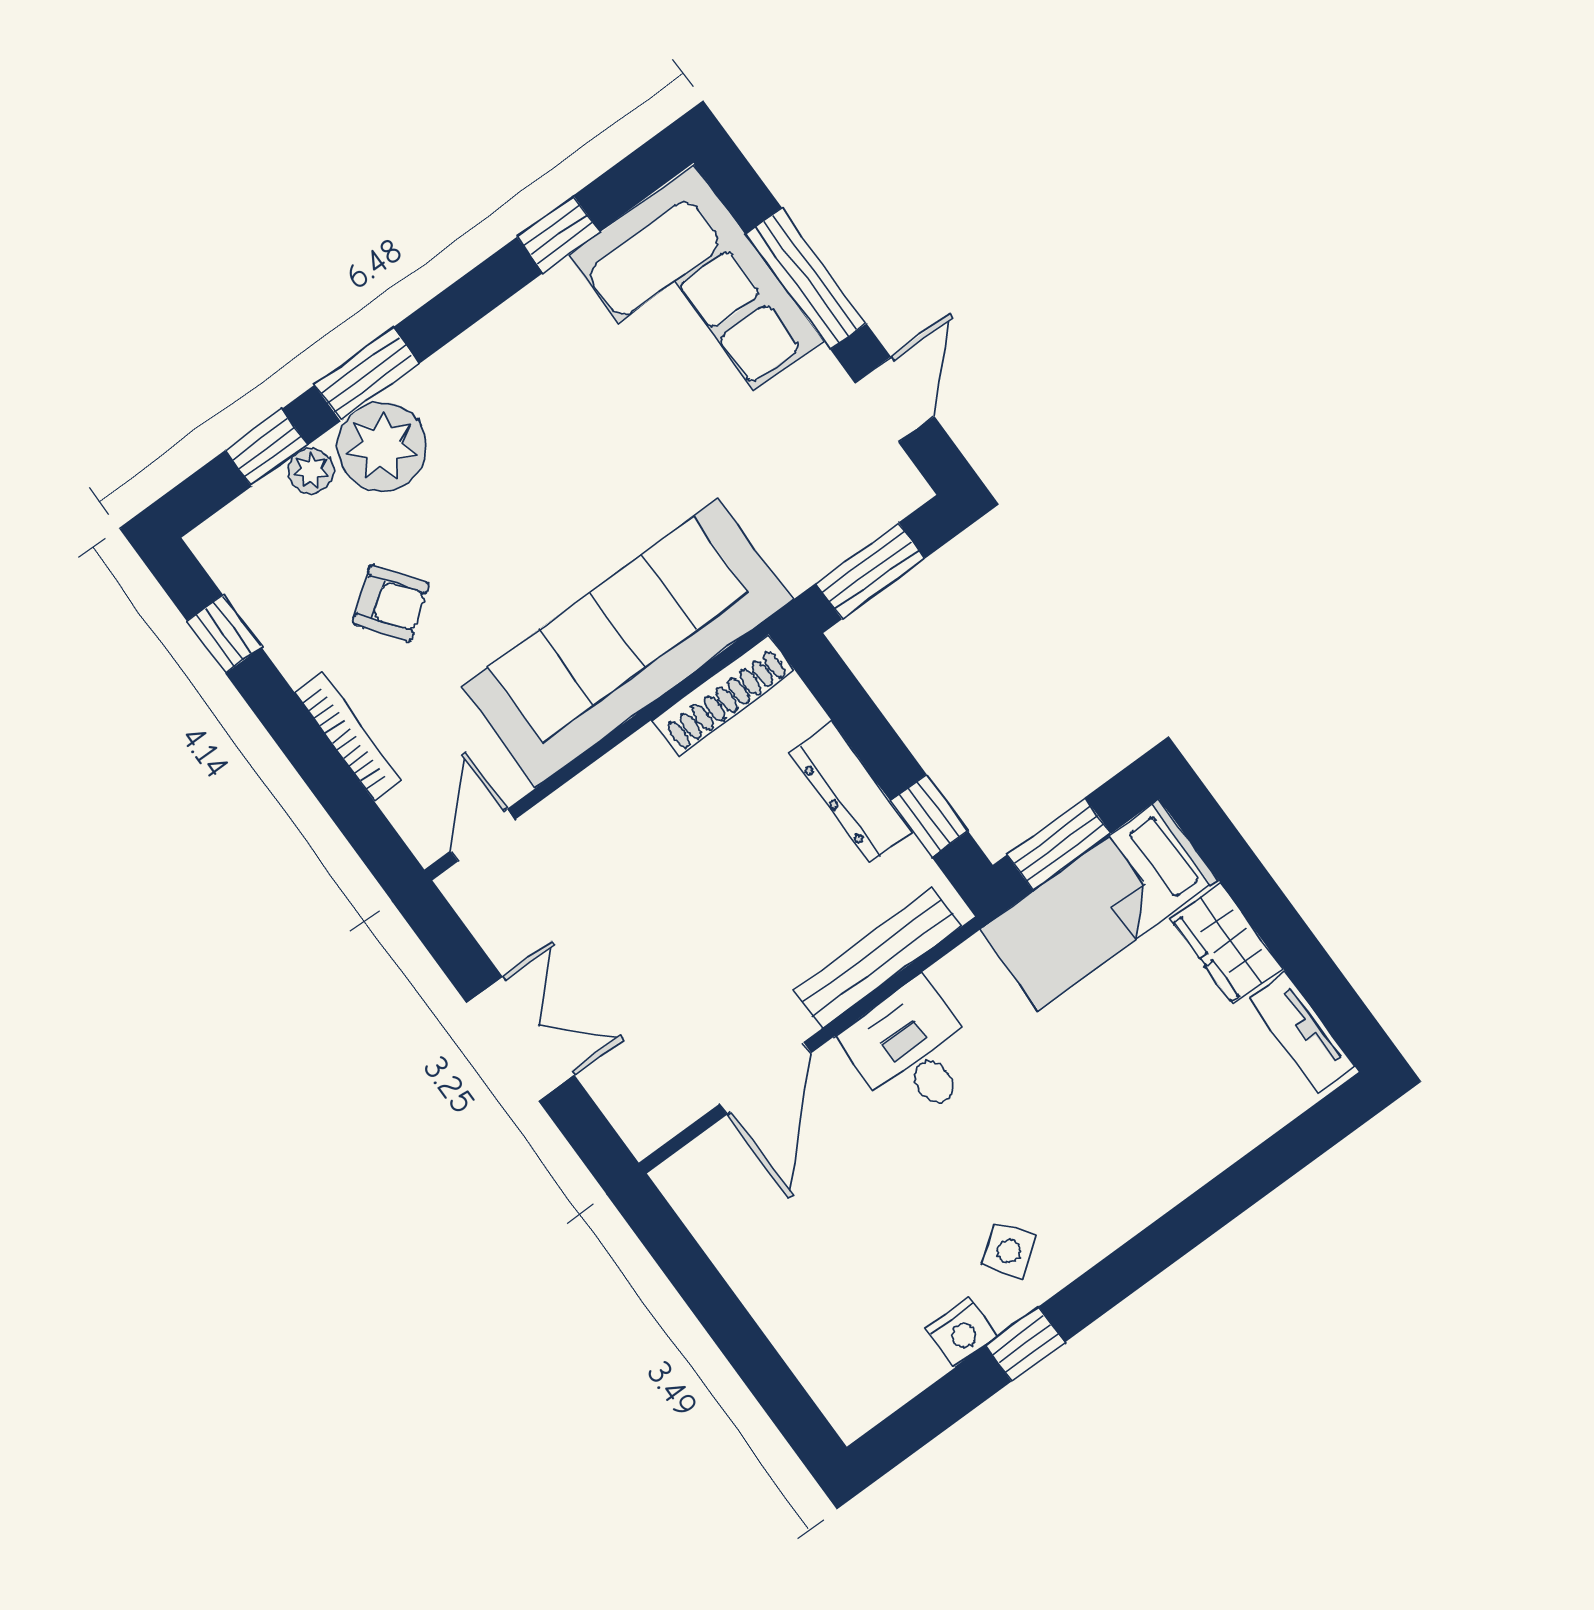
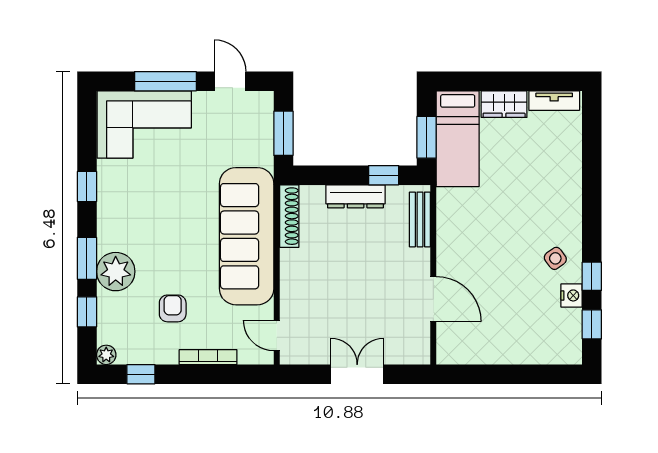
window: (558, 234) -> (87, 186), moved
plant: (311, 471) -> (106, 355), moved
armchair: (391, 603) -> (173, 308), turned -54
bench: (877, 958) -> (420, 219), width x0.73
desk: (912, 1052) -> (462, 241), removed
window: (935, 1410) -> (592, 324), added

